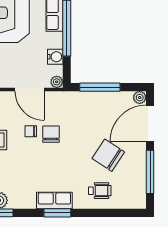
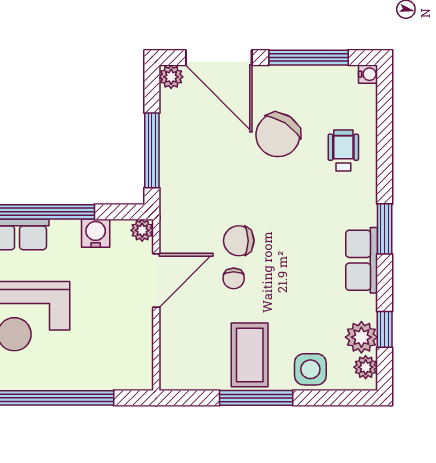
row of seats: (54, 201) -> (362, 260), moved
water cooler: (141, 204) -> (368, 74), added

